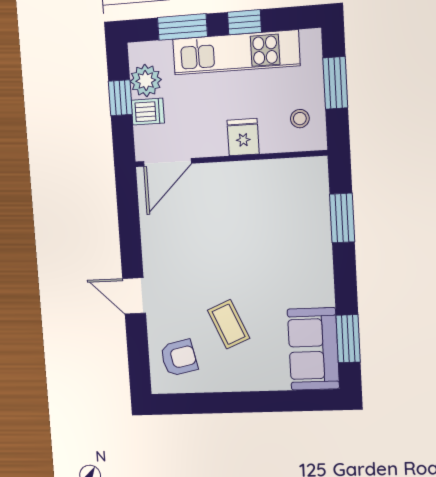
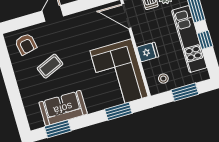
corner sofa: (271, 201) -> (119, 74), added
sofa: (313, 349) -> (63, 108), moved

